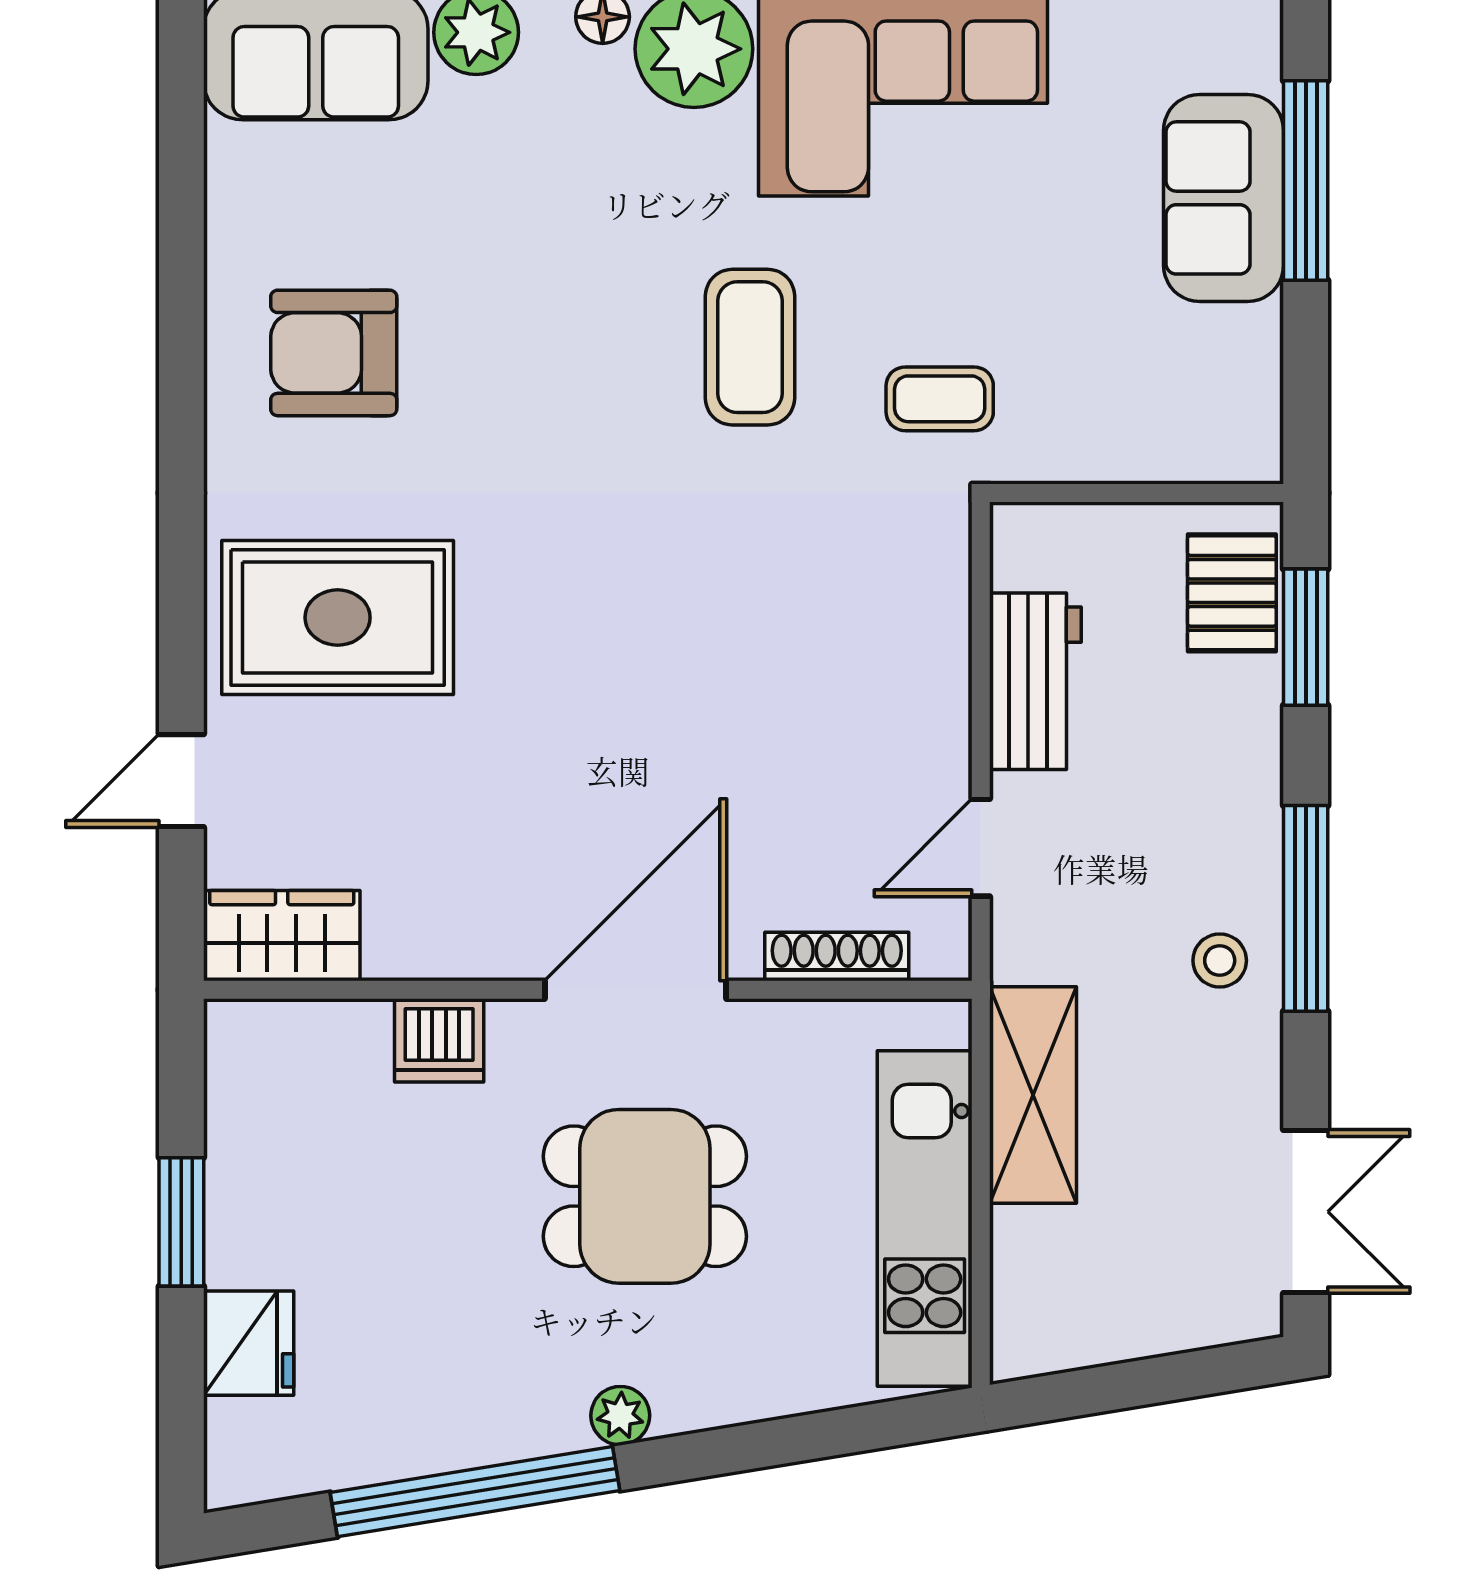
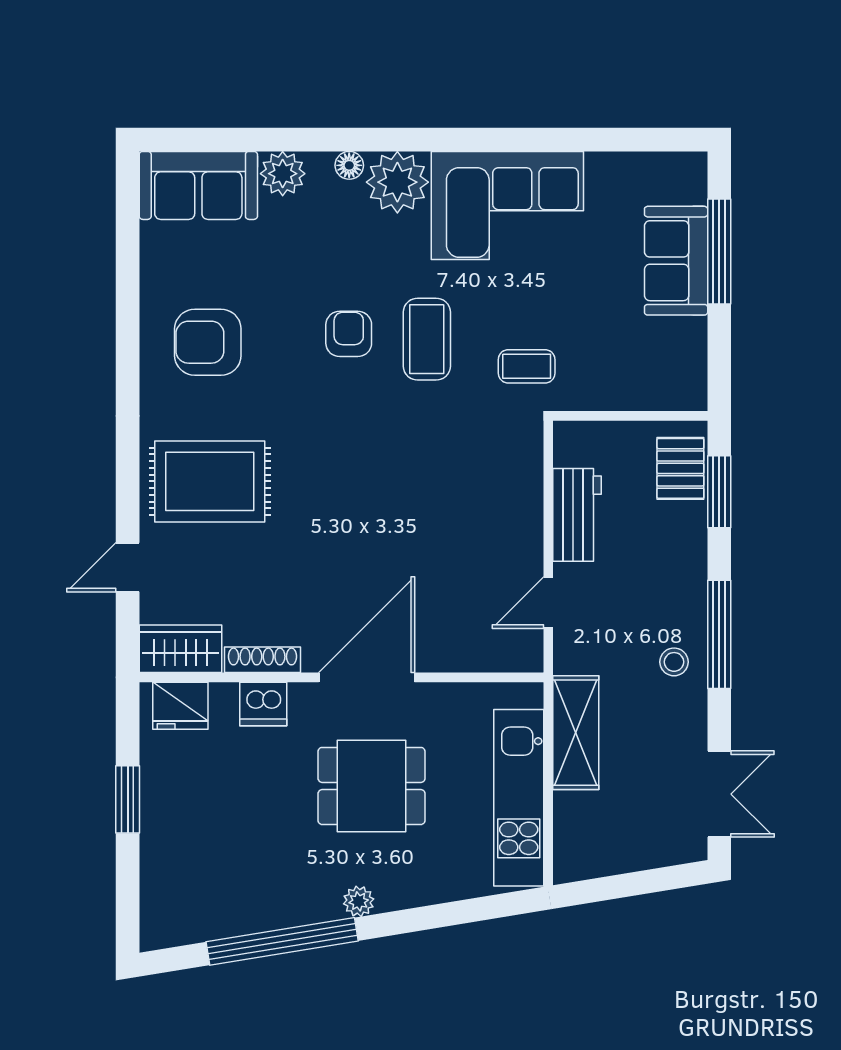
armchair: (601, 337) -> (349, 334), added
shoe rack: (837, 957) -> (262, 660), moved
fridge: (249, 1343) -> (180, 706), moved, turned 90

